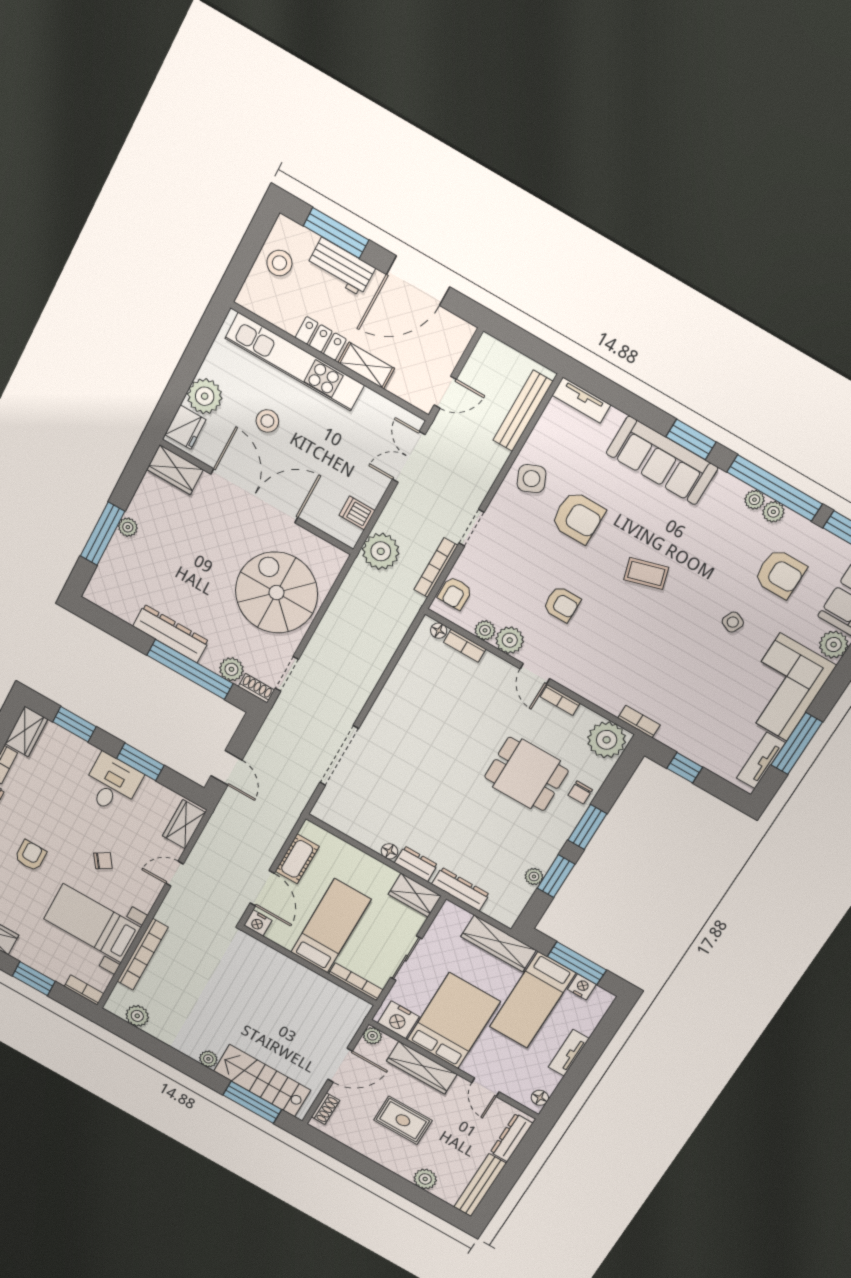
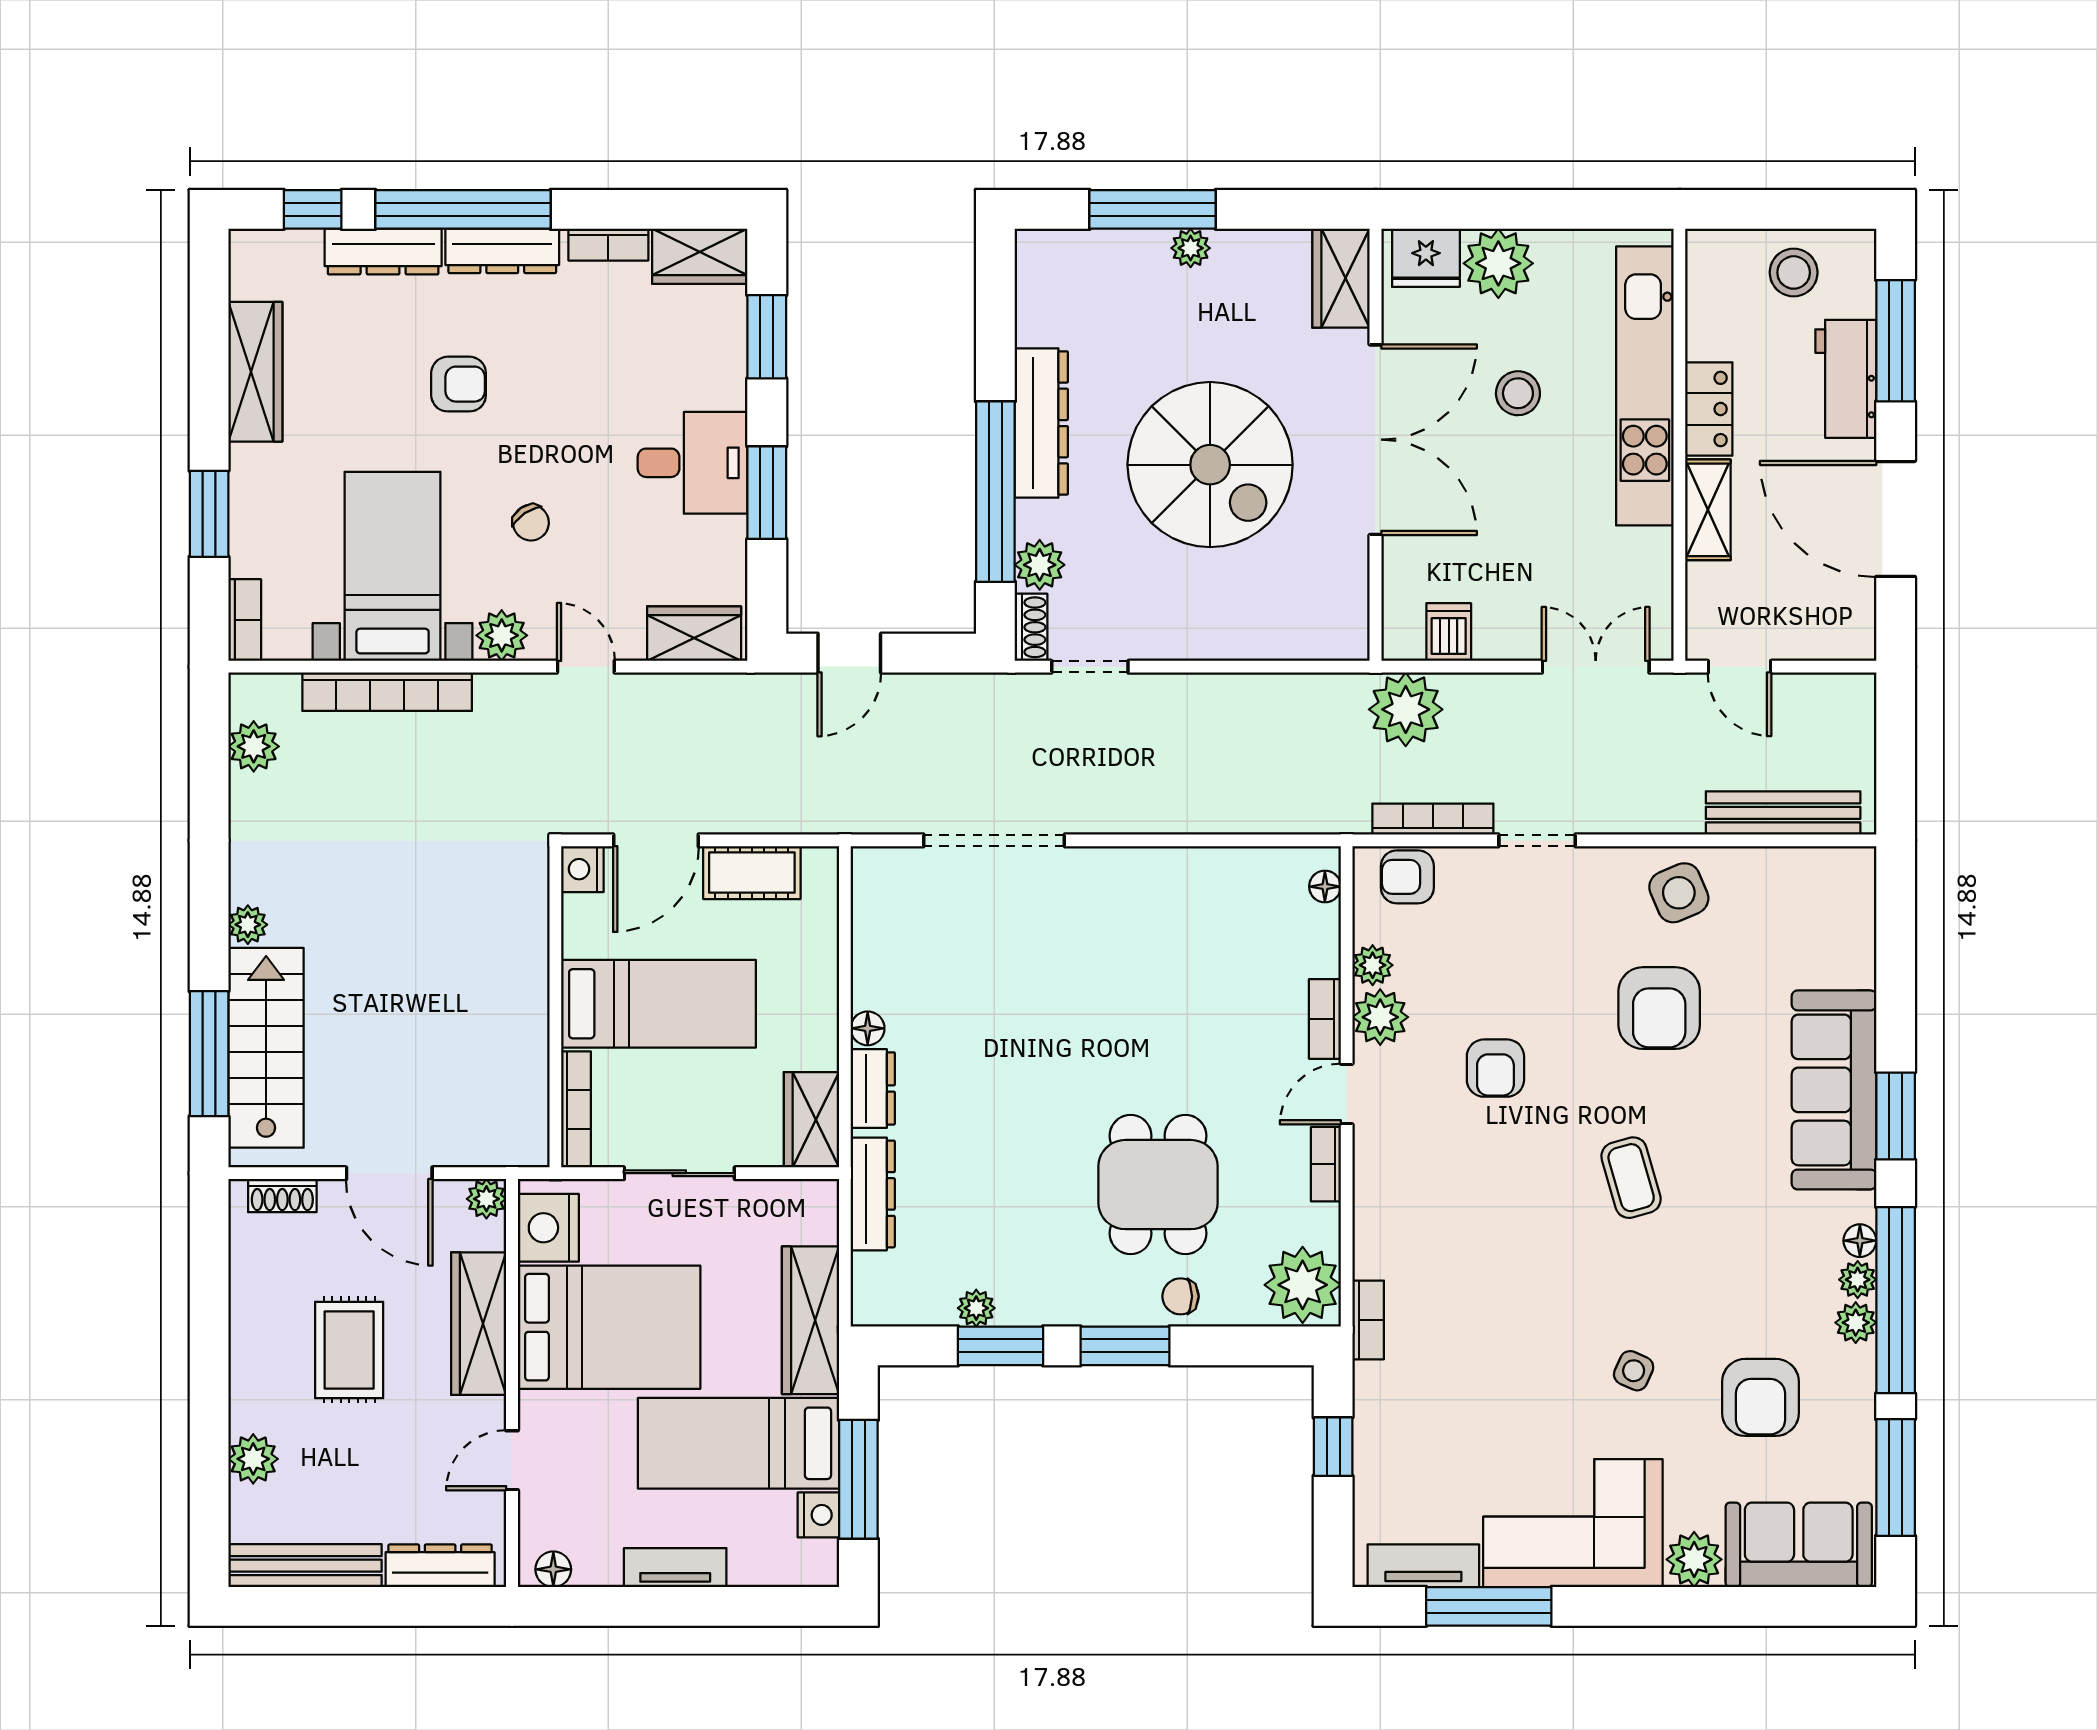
tv unit: (581, 400) -> (1856, 899), removed
floor lamp: (737, 488) -> (1860, 1241), added
spiral stairs: (277, 593) -> (1210, 465), moved, turned 90
bookcase: (465, 646) -> (1325, 1019), moved
plant: (144, 898) -> (502, 635), added

